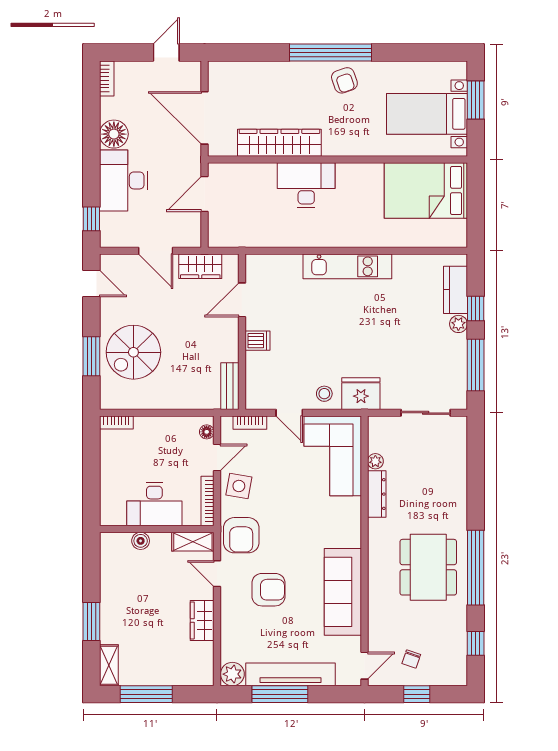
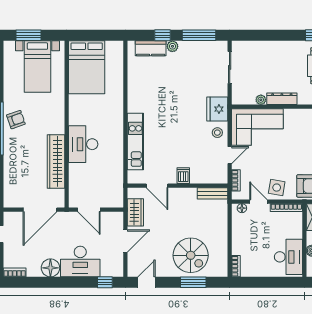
kitchen unit: (347, 266) -> (135, 141), moved
desk: (154, 504) -> (288, 257), moved

